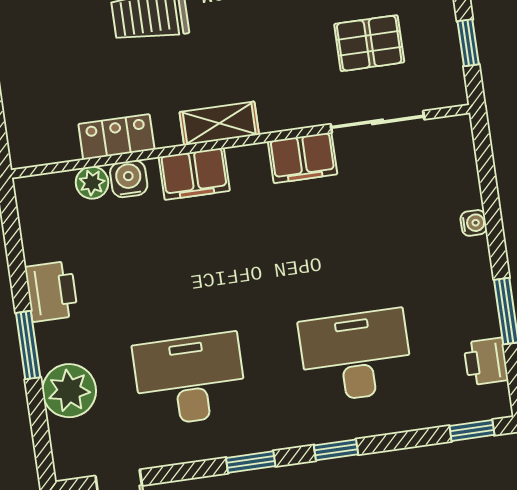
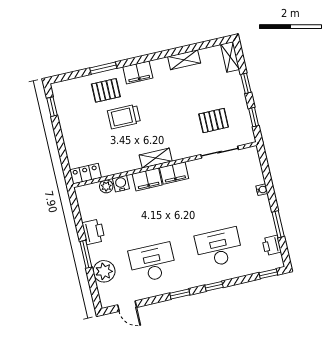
locker: (116, 137) -> (85, 174), moved
filing cabinet: (303, 158) -> (174, 173), moved

